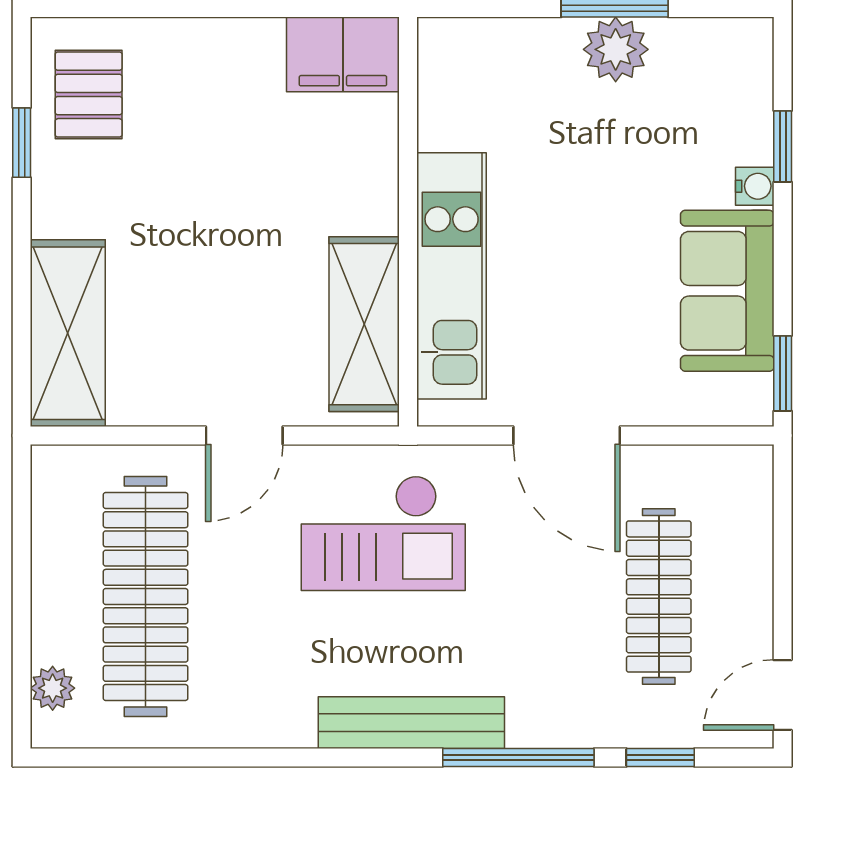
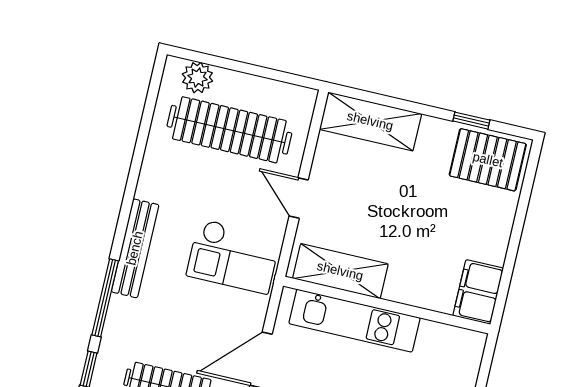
pallet: (89, 94) -> (488, 160), width x1.50, depth x1.42
checkout: (383, 533) -> (233, 256), turned -90
plant: (53, 688) -> (197, 78), width x1.38, depth x1.38

